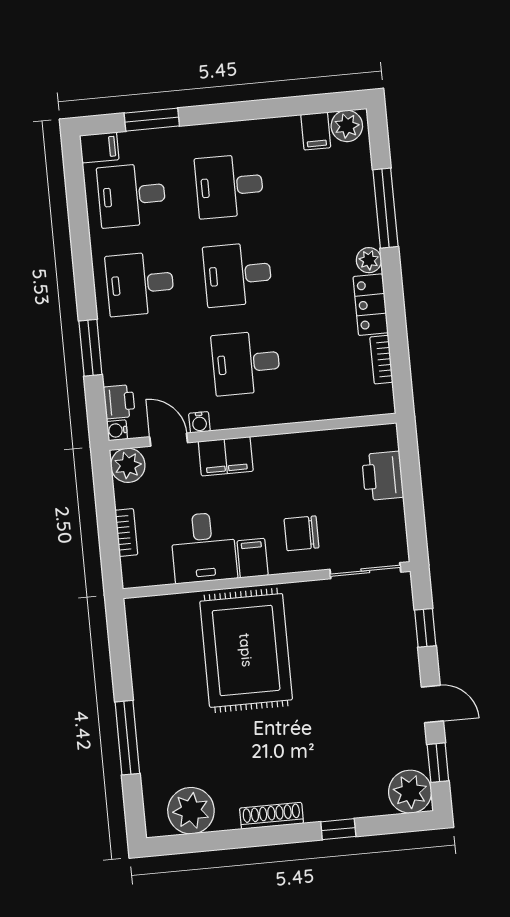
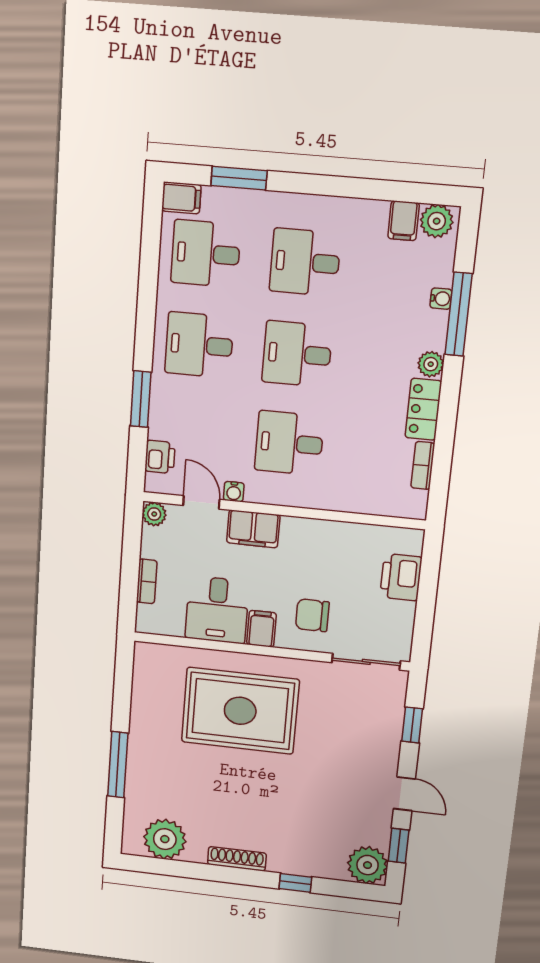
water cooler: (117, 430) -> (441, 299), moved, turned 180
plant: (128, 465) -> (154, 514), width x0.73, depth x0.73
rug: (246, 650) -> (240, 711), turned 90

